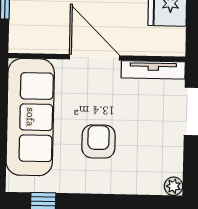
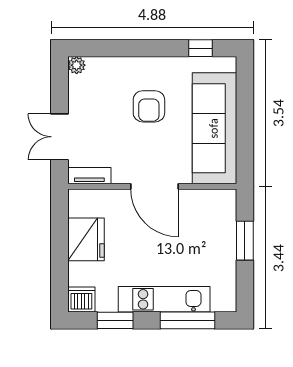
tv unit: (153, 70) -> (89, 176), width x0.71

